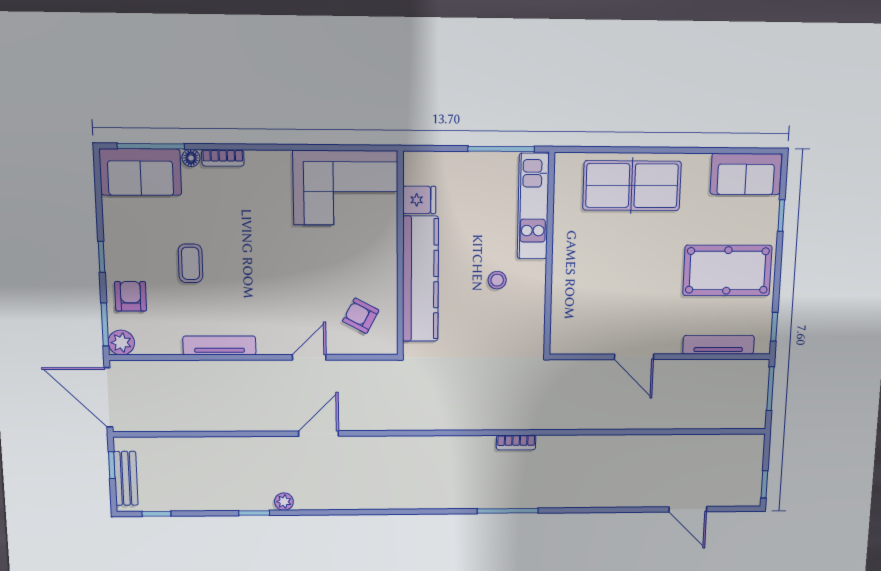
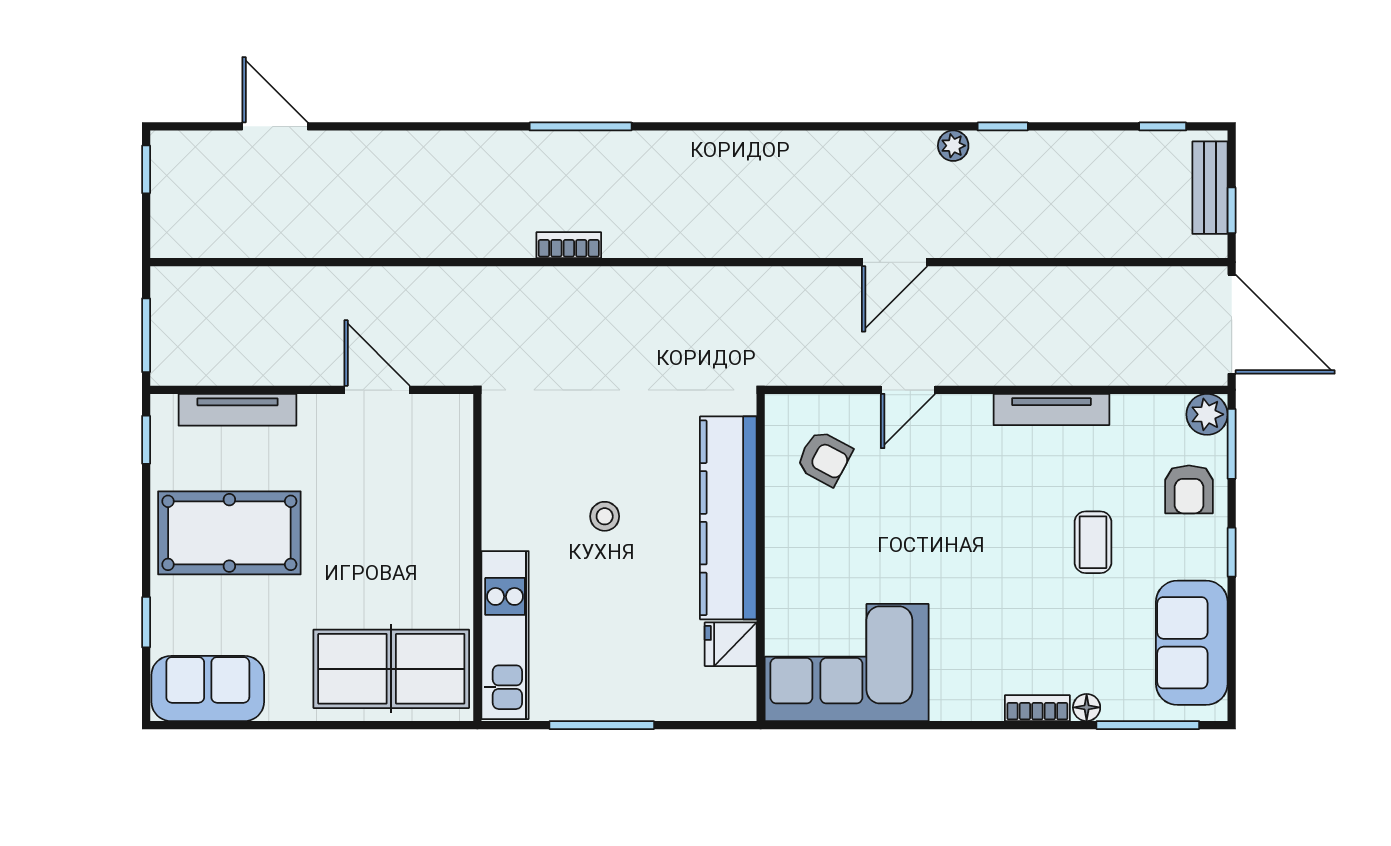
sofa: (140, 172) -> (1192, 643), moved, turned -90
kitchen unit: (533, 206) -> (505, 635), moved
wall: (549, 255) -> (477, 557), moved

